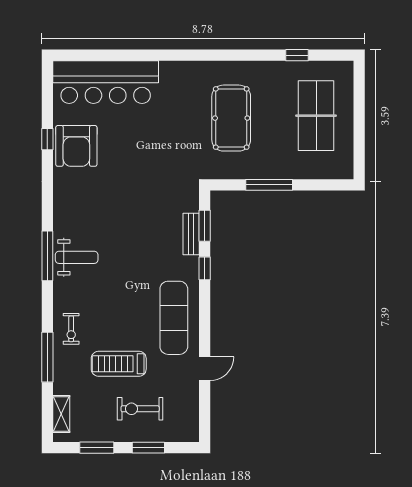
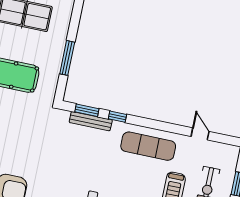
bench: (191, 234) -> (91, 121), width x1.36
door: (205, 369) -> (200, 134), moved

